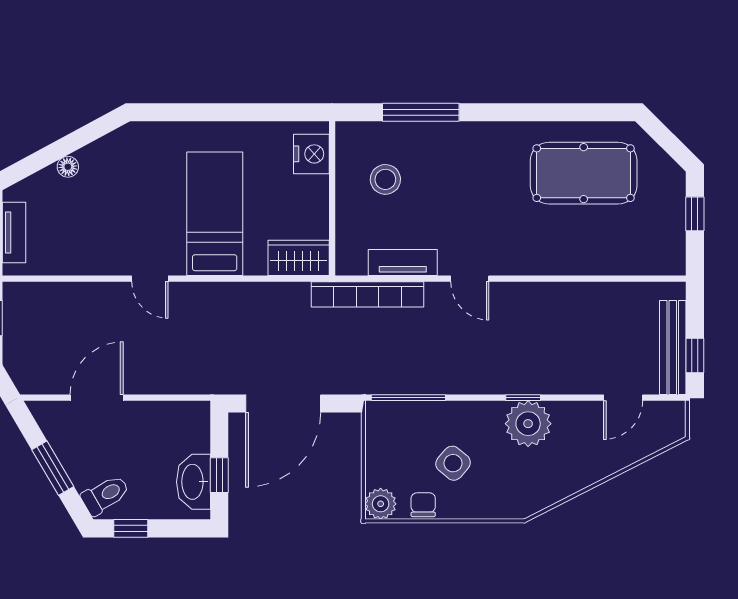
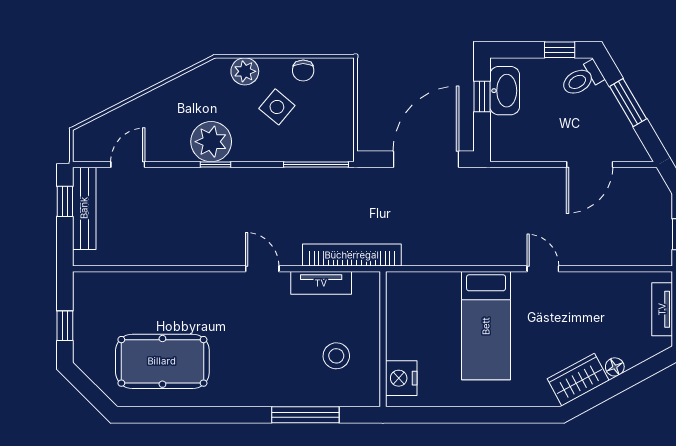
wardrobe: (299, 258) -> (578, 380), moved, turned 152
plant: (381, 504) -> (245, 71), moved

